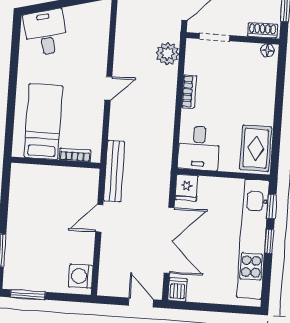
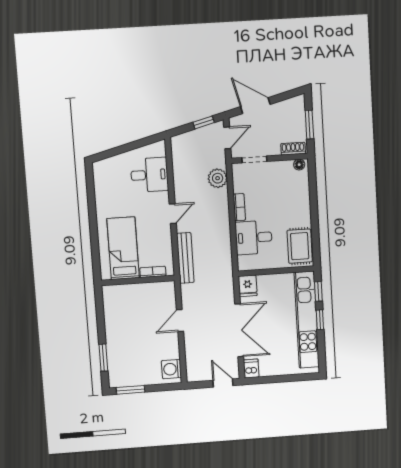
desk: (46, 33) -> (149, 175), moved, turned 104
desk: (199, 148) -> (254, 238), moved, turned 90
bench: (114, 171) -> (185, 258), moved

